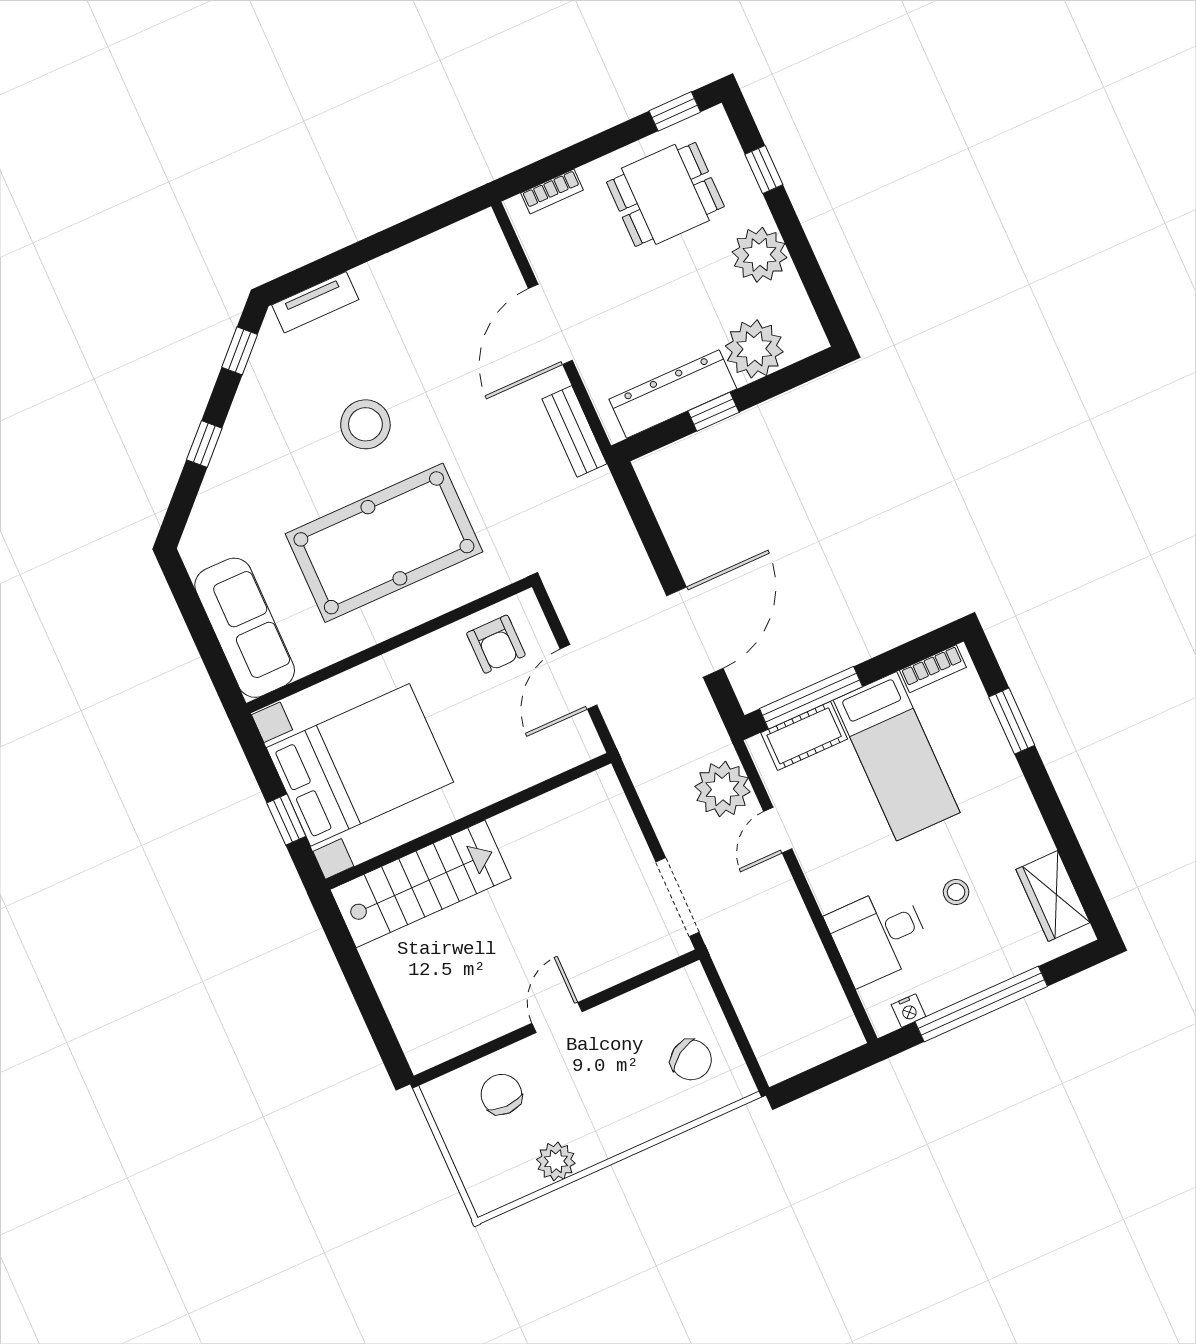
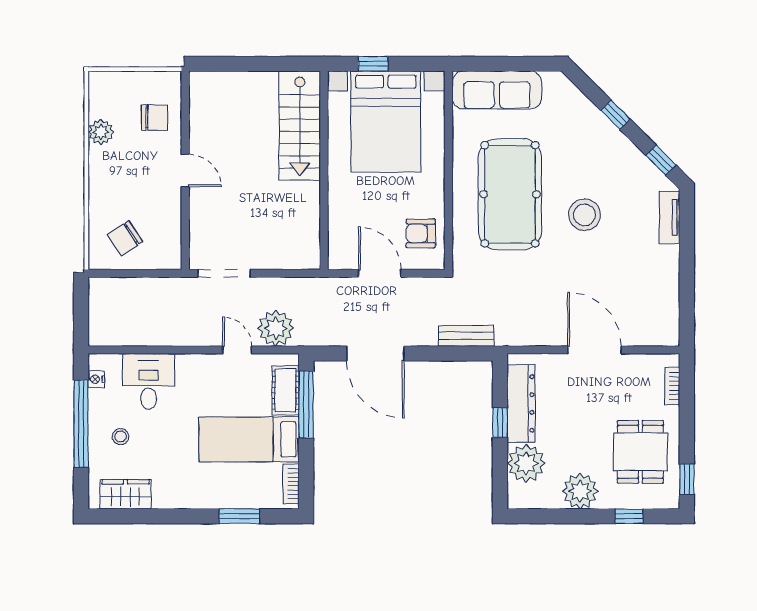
bench: (574, 431) -> (466, 336), moved
stool: (956, 892) -> (120, 437), moved

